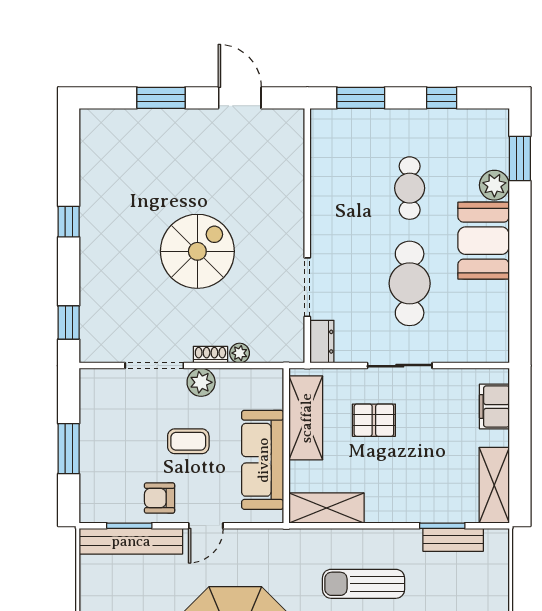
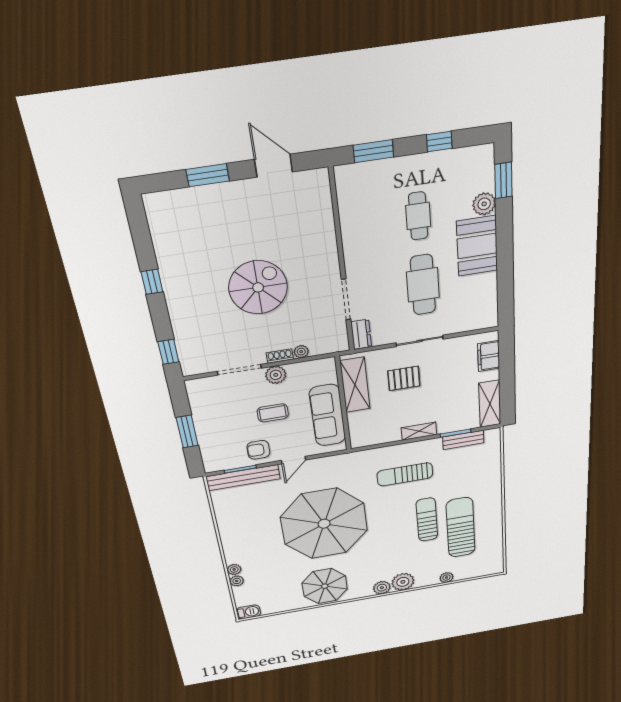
shelving: (327, 508) -> (419, 431), moved, width x0.67, depth x0.75

